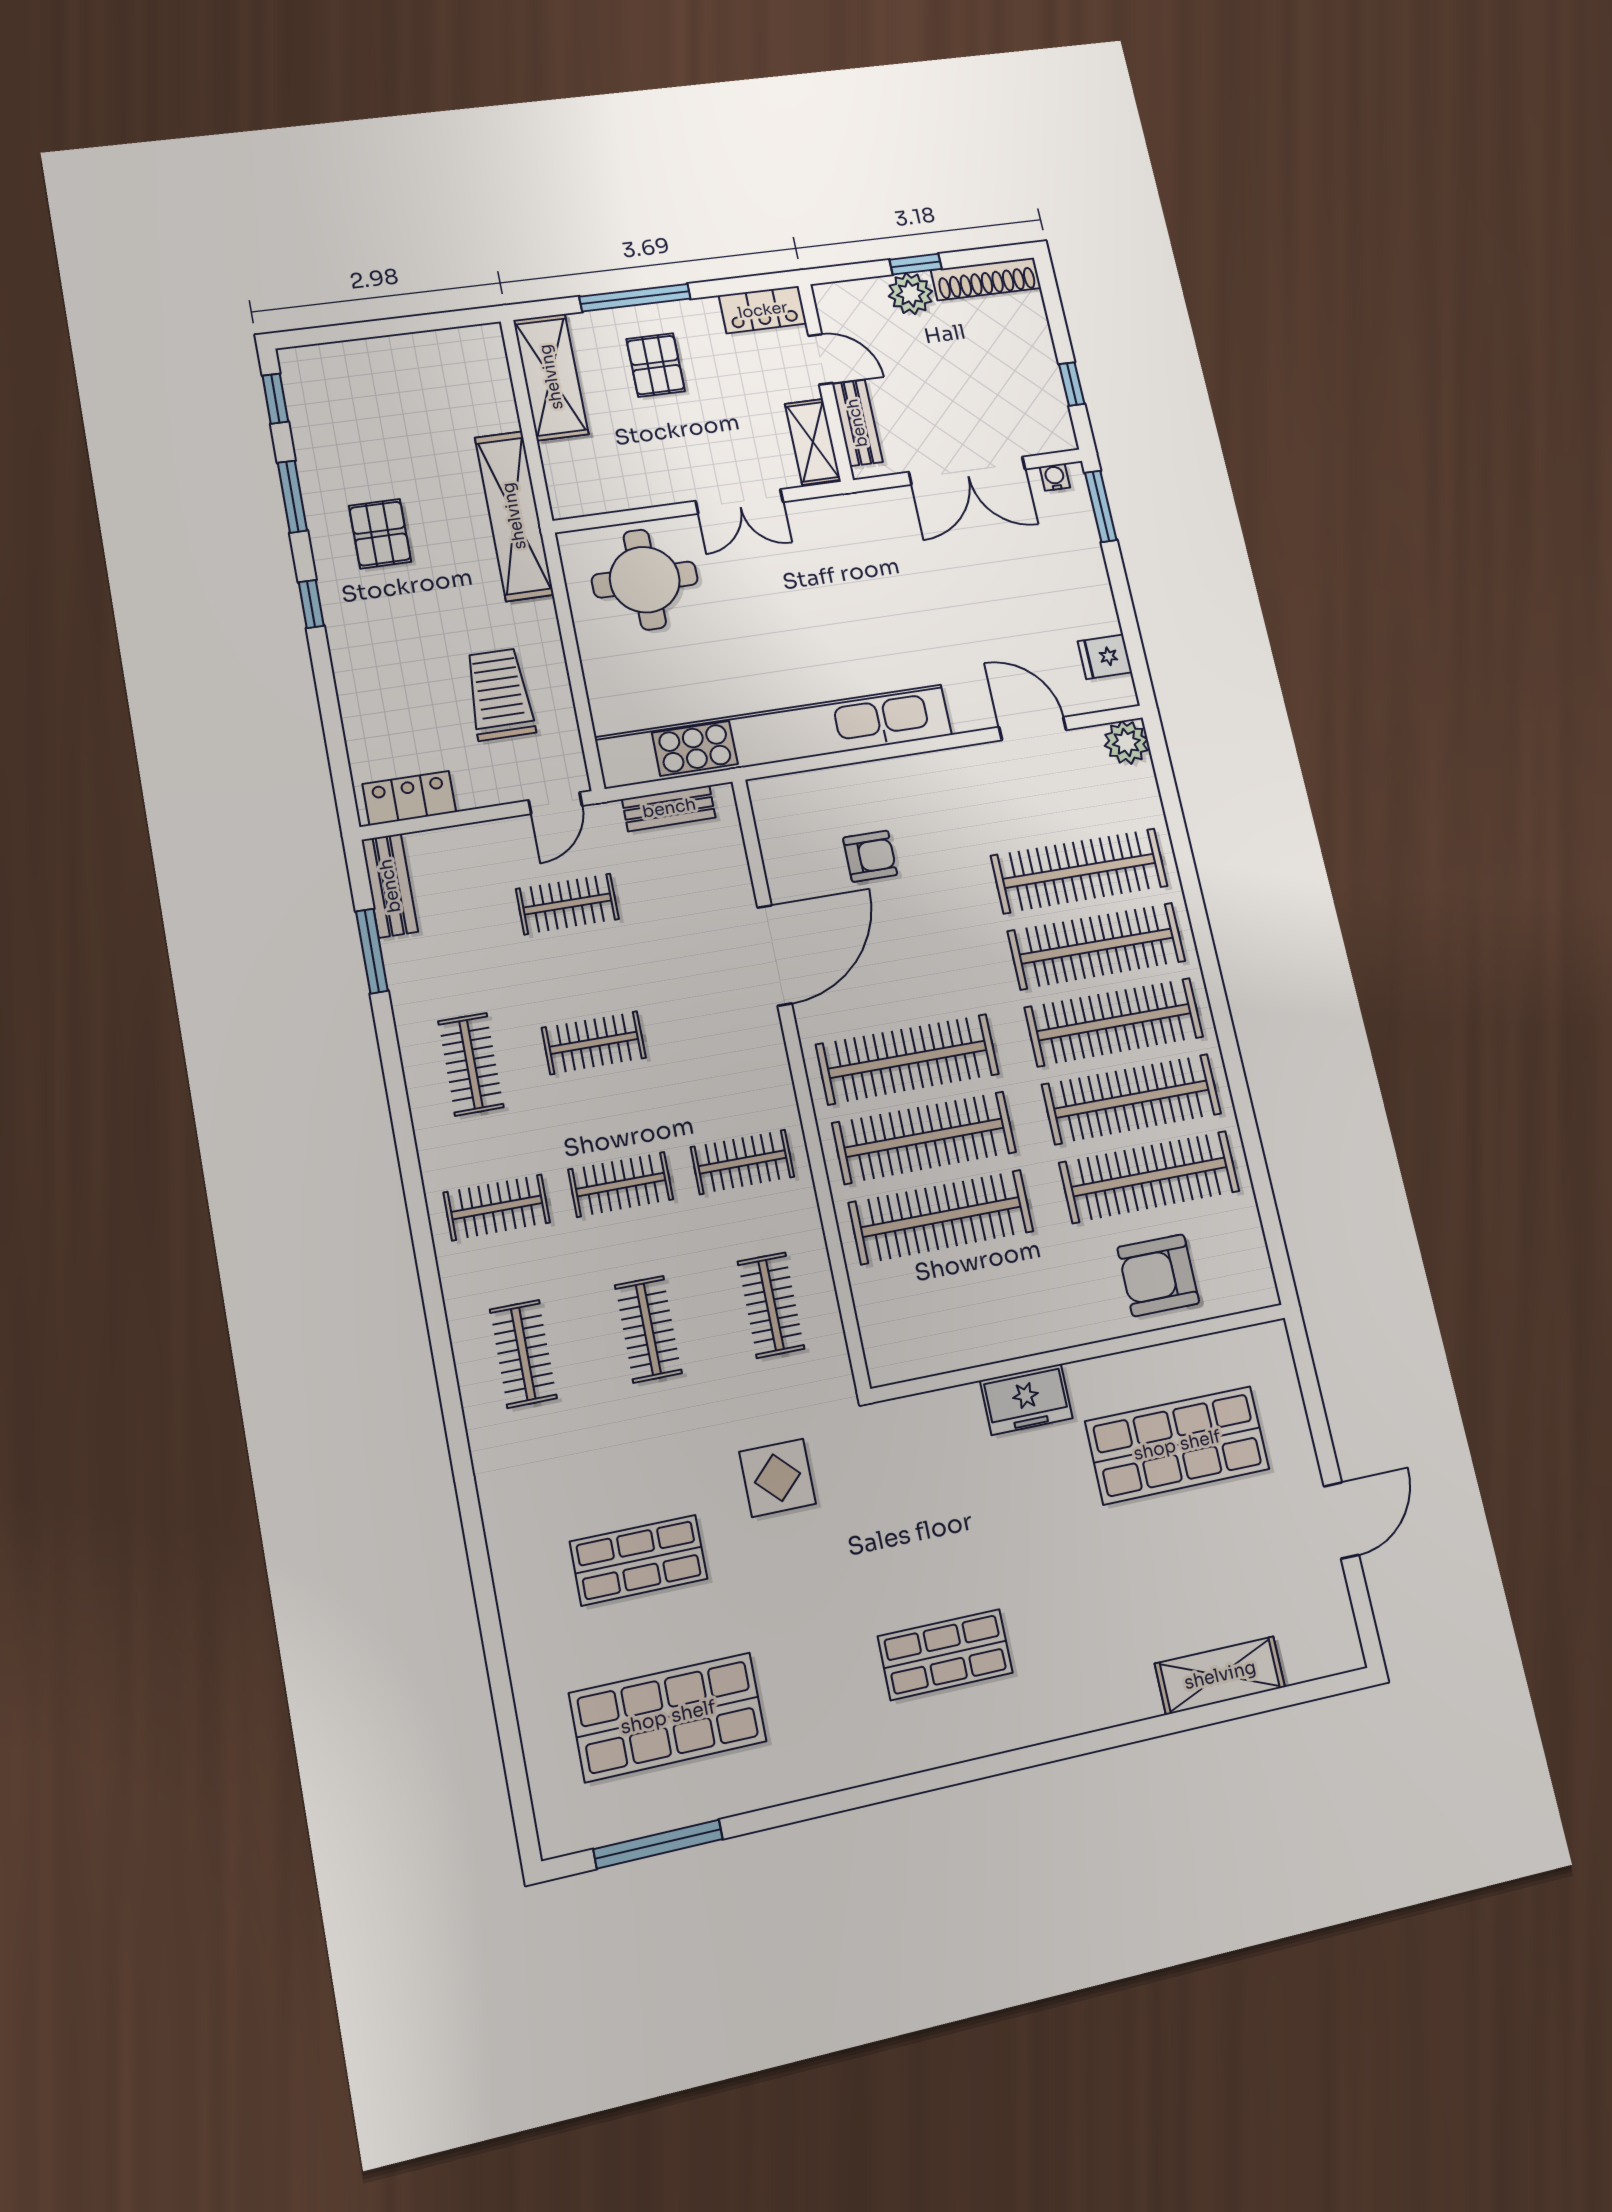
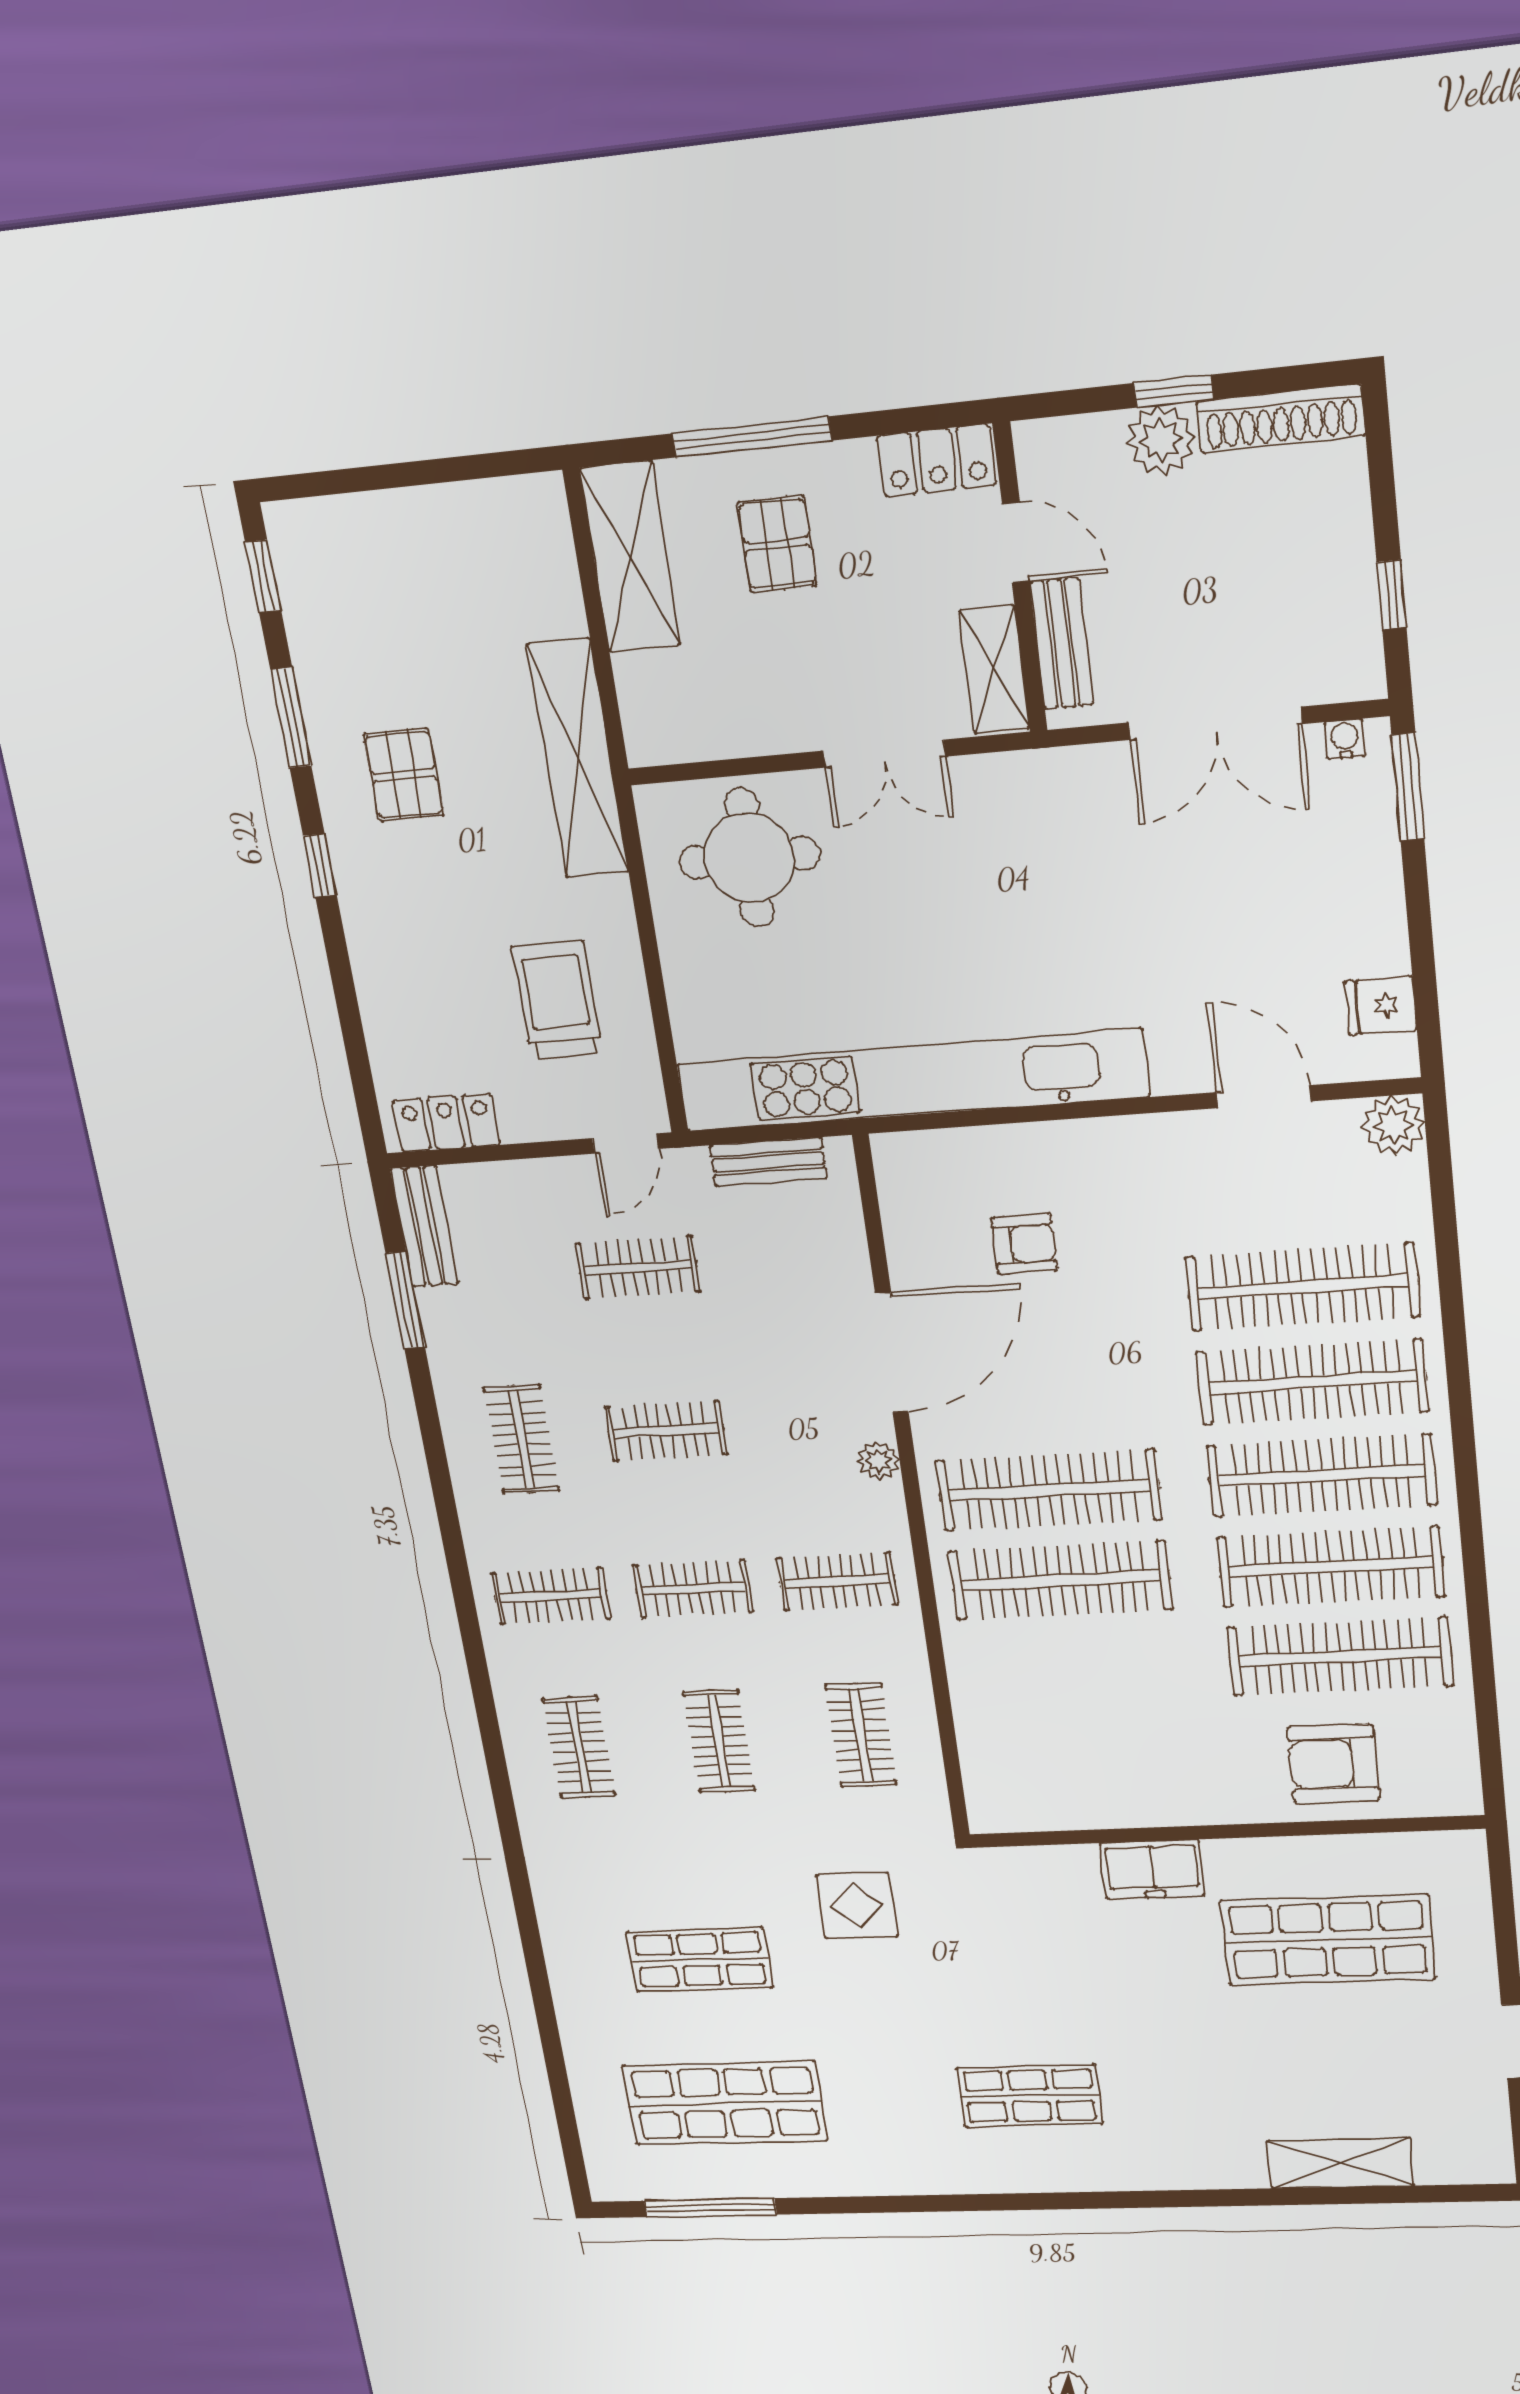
plant: (770, 1049) -> (878, 1461), added
clothes rail: (941, 1217) -> (1072, 1669), removed

